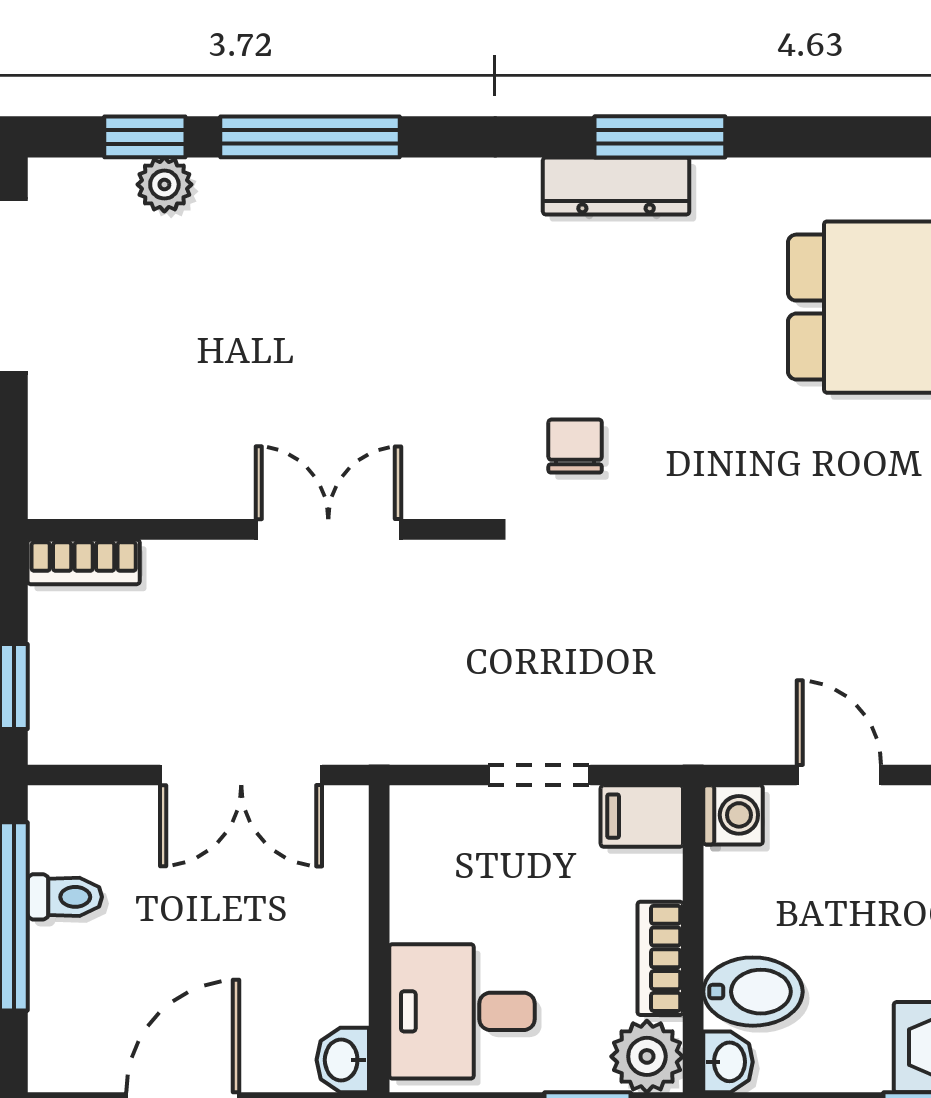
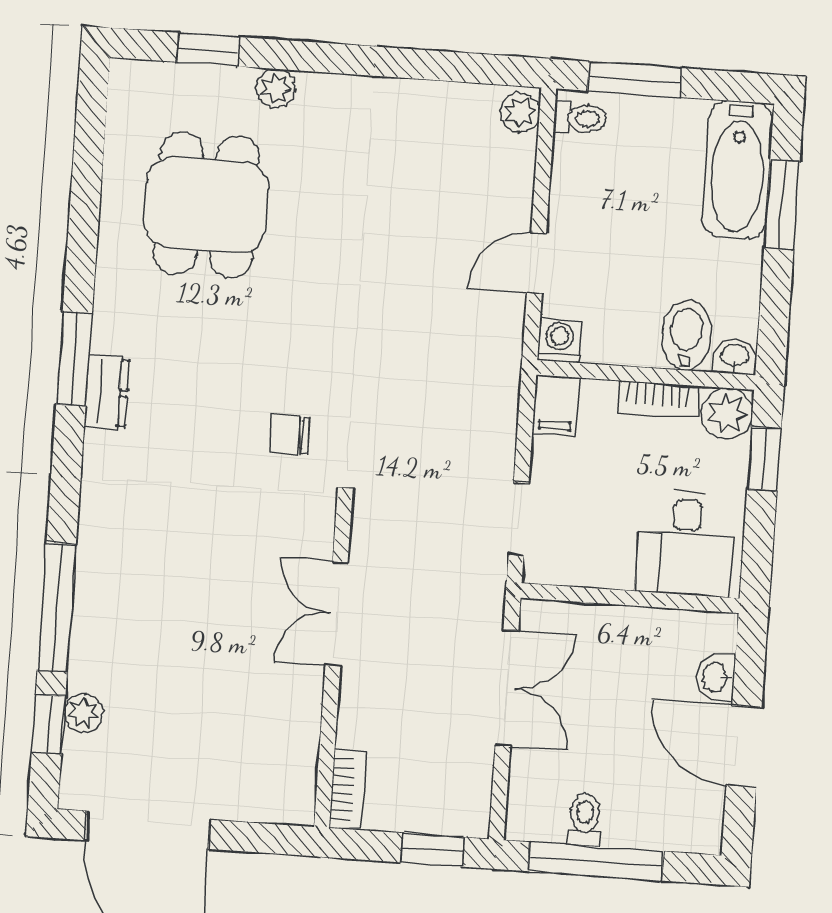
dresser: (616, 186) -> (107, 392), width x0.70
doorway: (539, 775) -> (519, 519), moved
washbasin: (343, 1060) -> (716, 677), moved, turned 90

